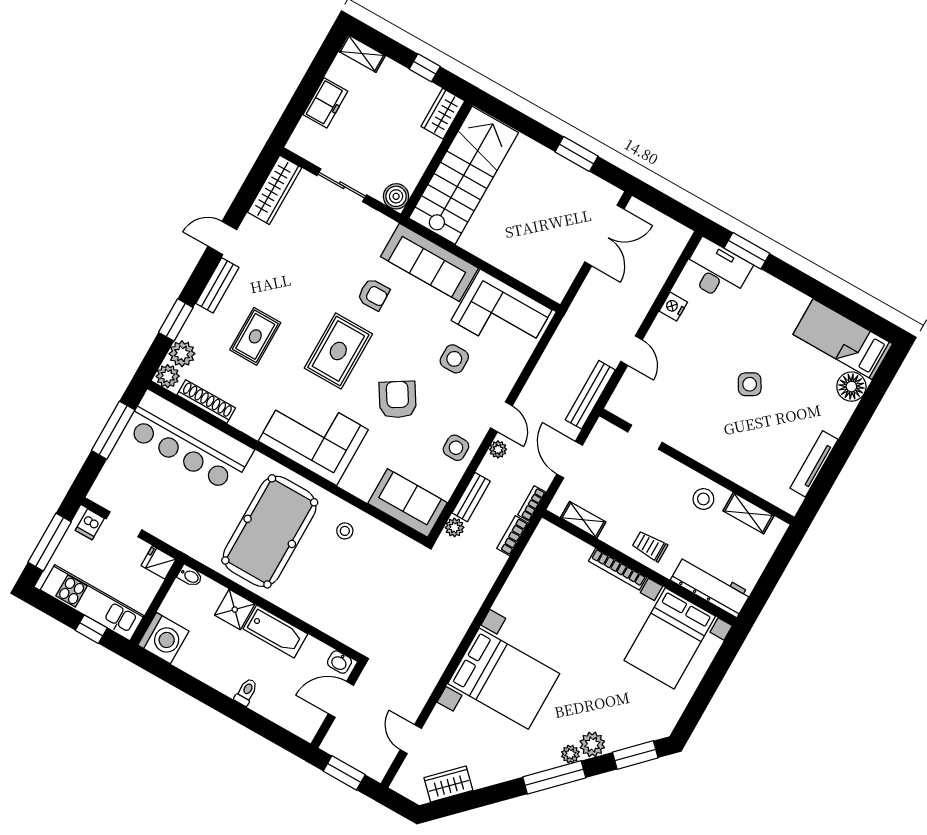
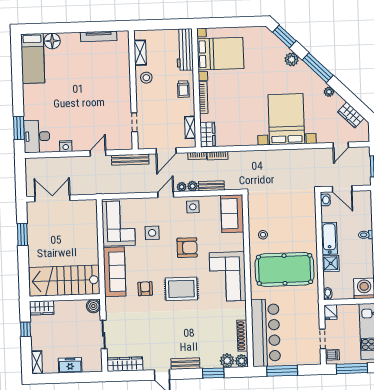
rug: (255, 336) -> (198, 332), removed
side table: (750, 384) -> (80, 89), removed
armchair: (398, 400) -> (187, 248), turned -148
plant: (455, 527) -> (193, 186), moved
wardrobe: (555, 540) -> (208, 135), added
plant: (570, 754) -> (329, 92), moved

